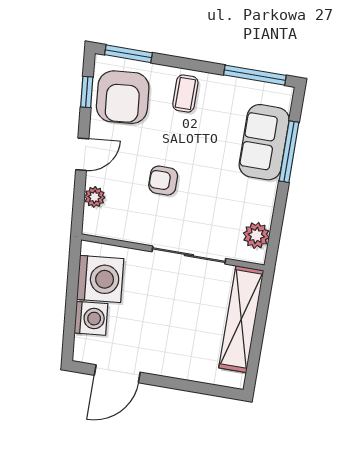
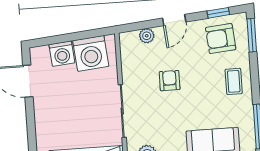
coffee table: (185, 94) -> (234, 81), turned 90
armchair: (123, 97) -> (221, 39), width x0.73, depth x0.73
door: (82, 154) -> (174, 20), hinge flipped

